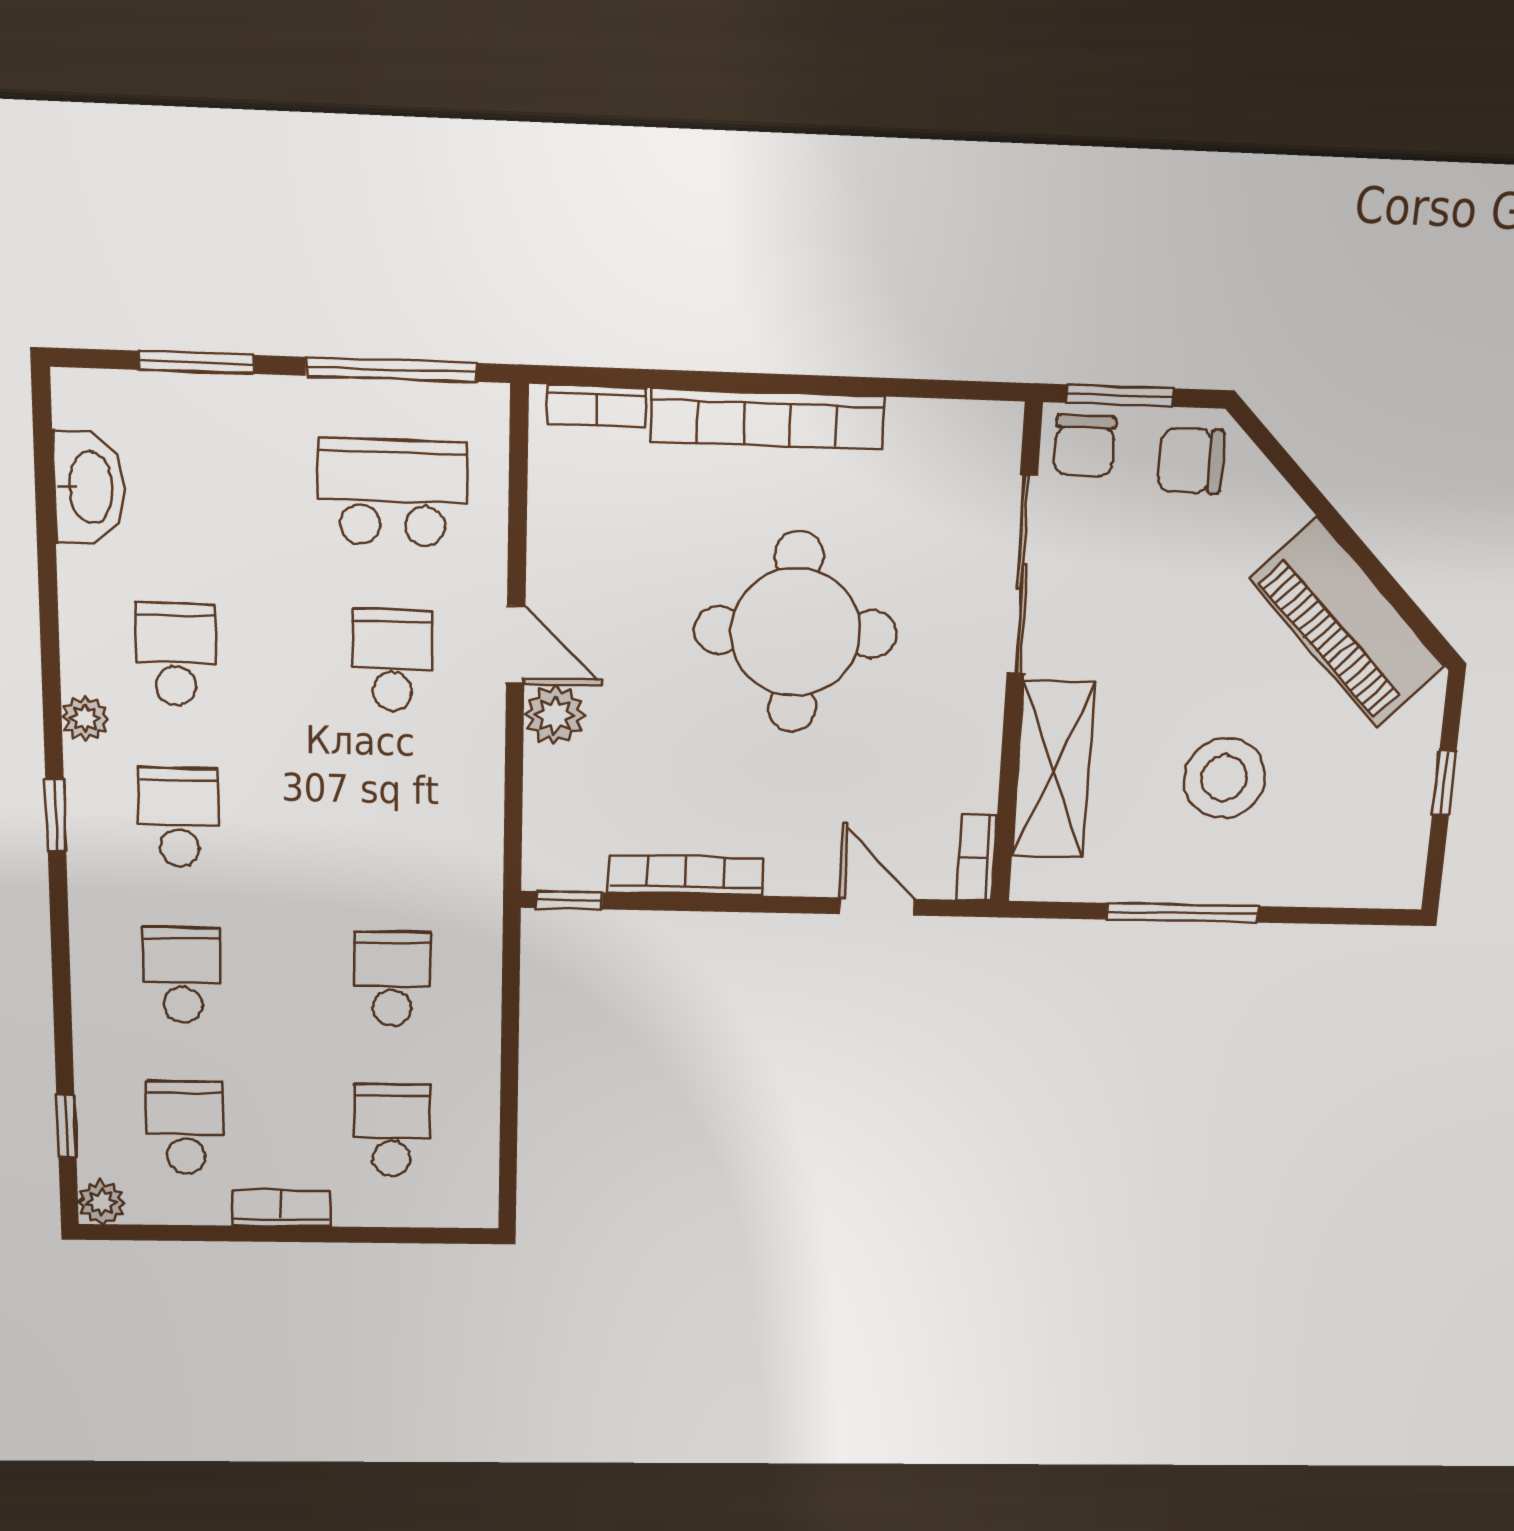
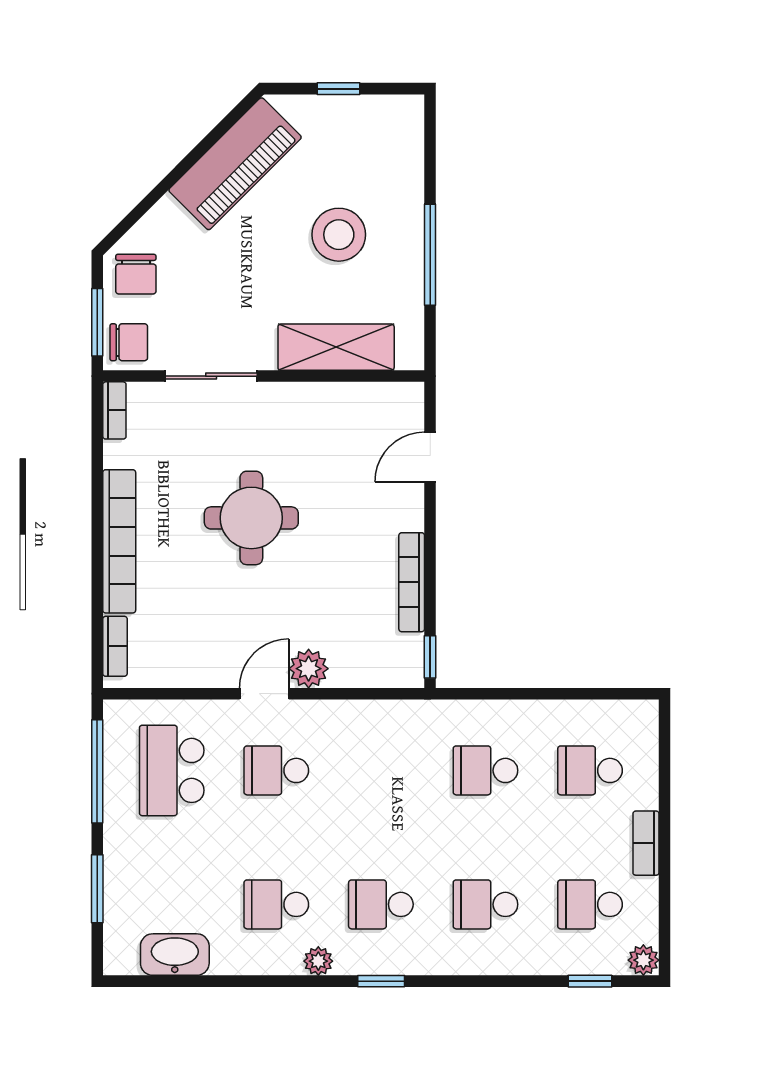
sliding door: (1022, 576) -> (211, 376), width x0.73
round table: (796, 632) -> (251, 518), width x0.73, depth x0.73
bookcase: (977, 858) -> (114, 410), moved, turned -90

